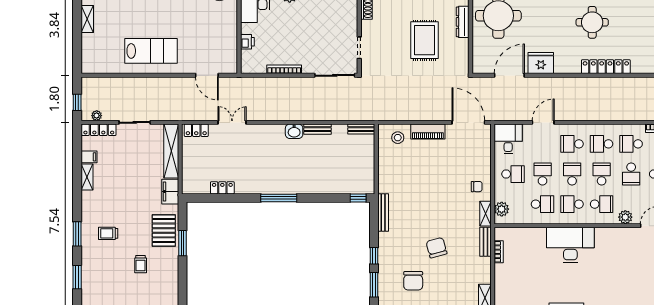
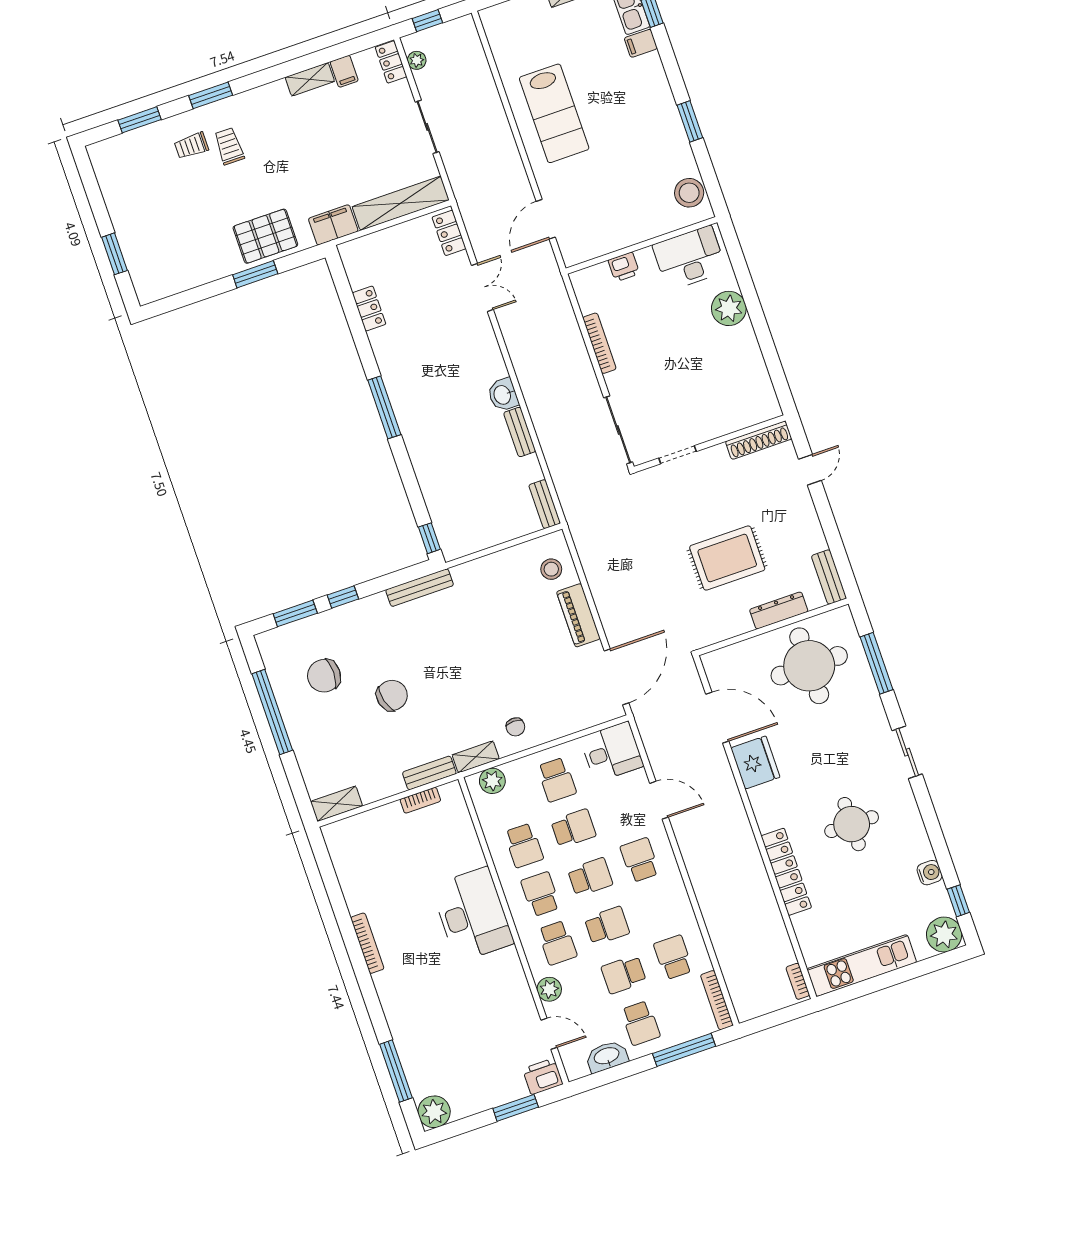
locker: (99, 130) -> (391, 62), width x0.66
school desk: (602, 144) -> (657, 909), removed
trolley: (141, 264) -> (191, 146), moved

